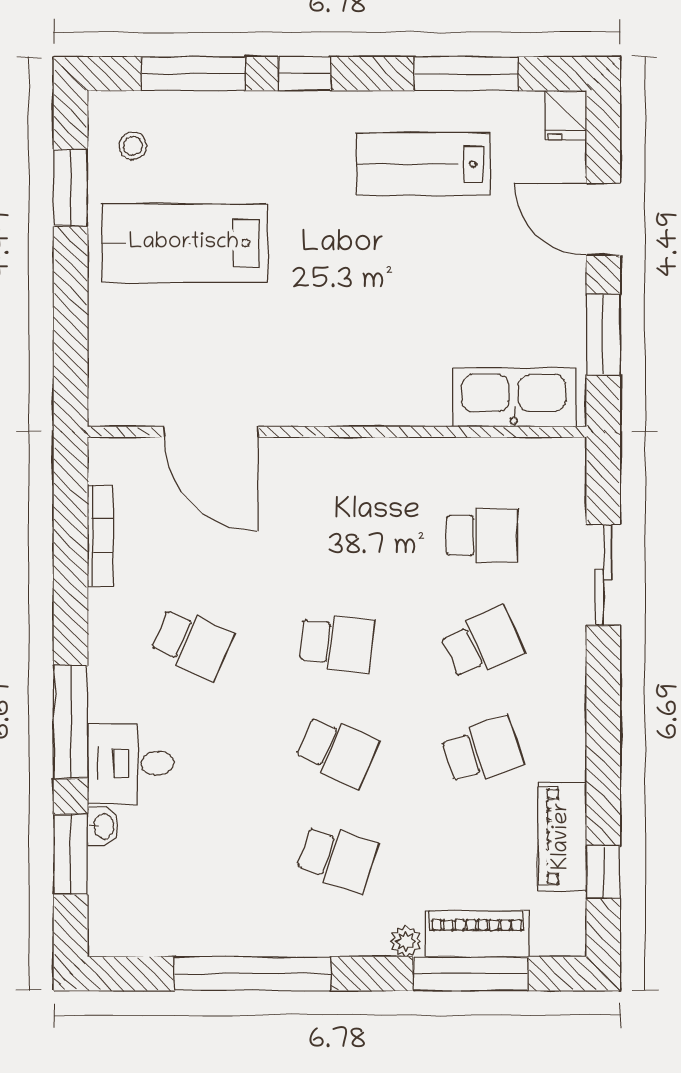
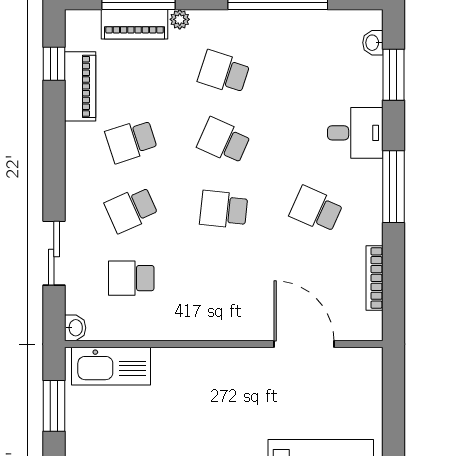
washbasin: (570, 457) -> (75, 328), added
window: (71, 722) -> (393, 187), moved
washbasin: (103, 826) -> (373, 43), moved

